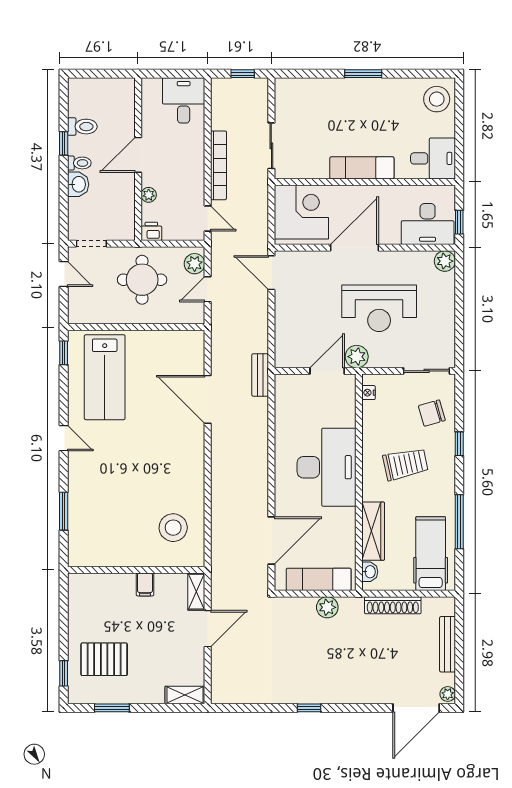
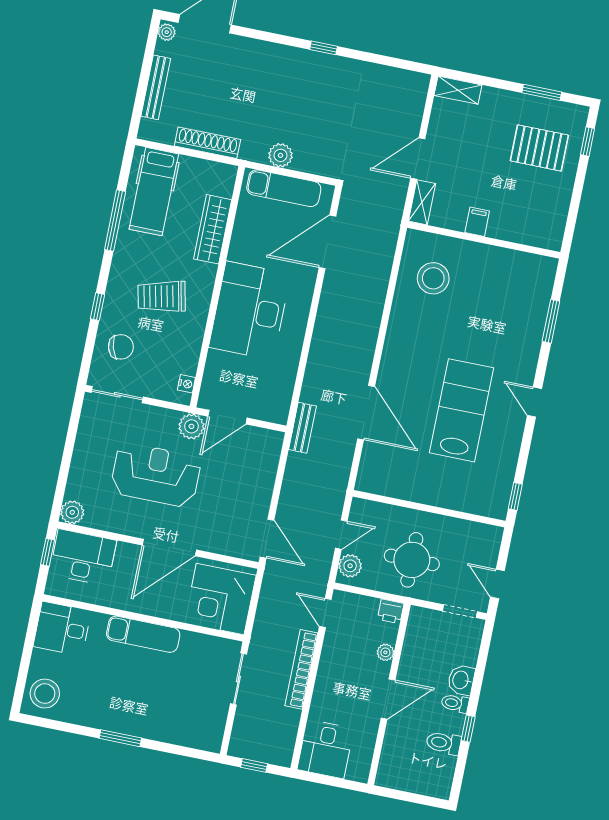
lab bench: (105, 377) -> (462, 410), moved
washbasin: (370, 572) -> (225, 185), removed

